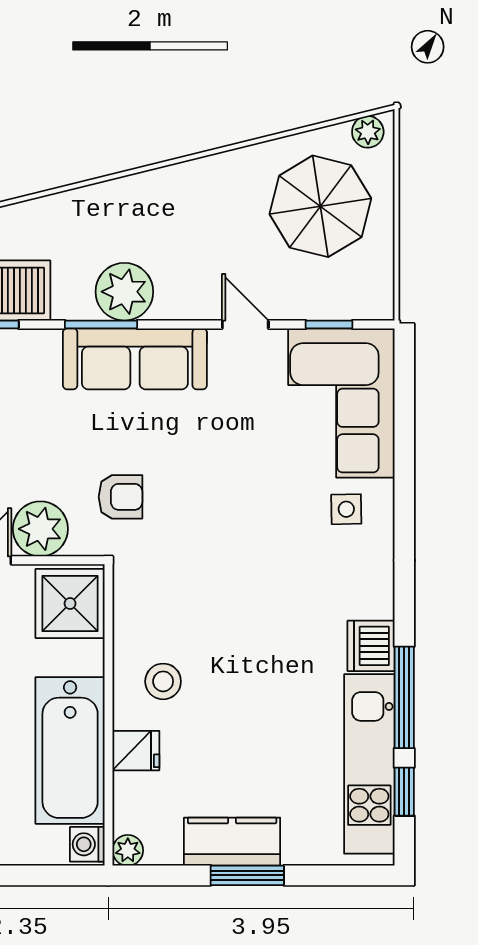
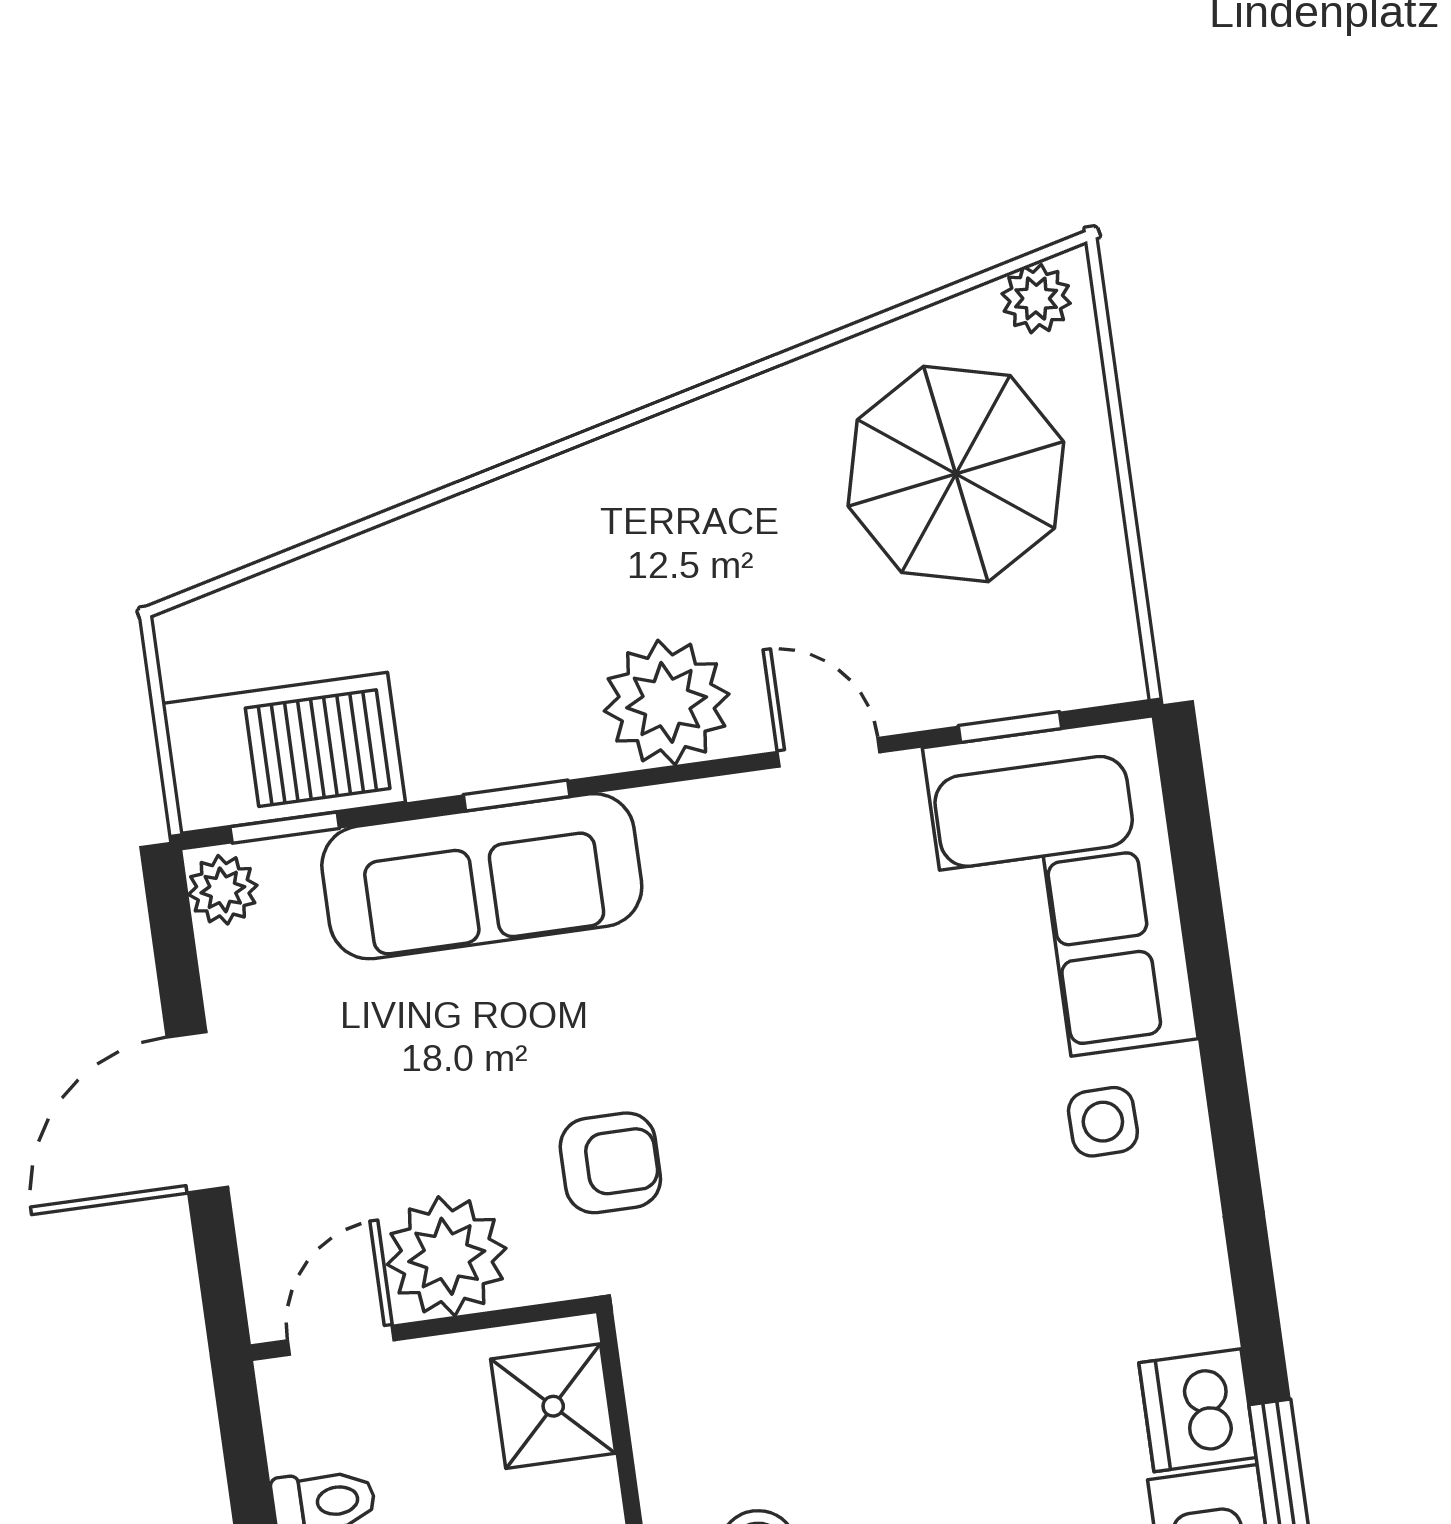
plant: (124, 292) -> (667, 702), moved
window: (101, 324) -> (517, 795), width x0.67
sofa: (135, 359) -> (482, 876), moved
shower: (70, 603) -> (553, 1406), width x0.73, depth x0.73

